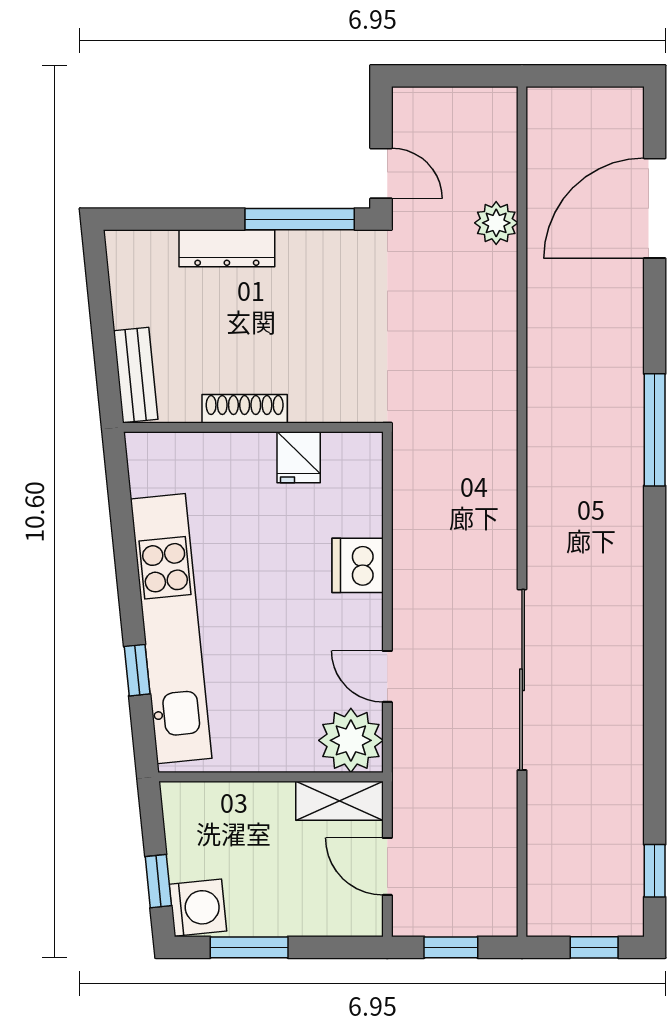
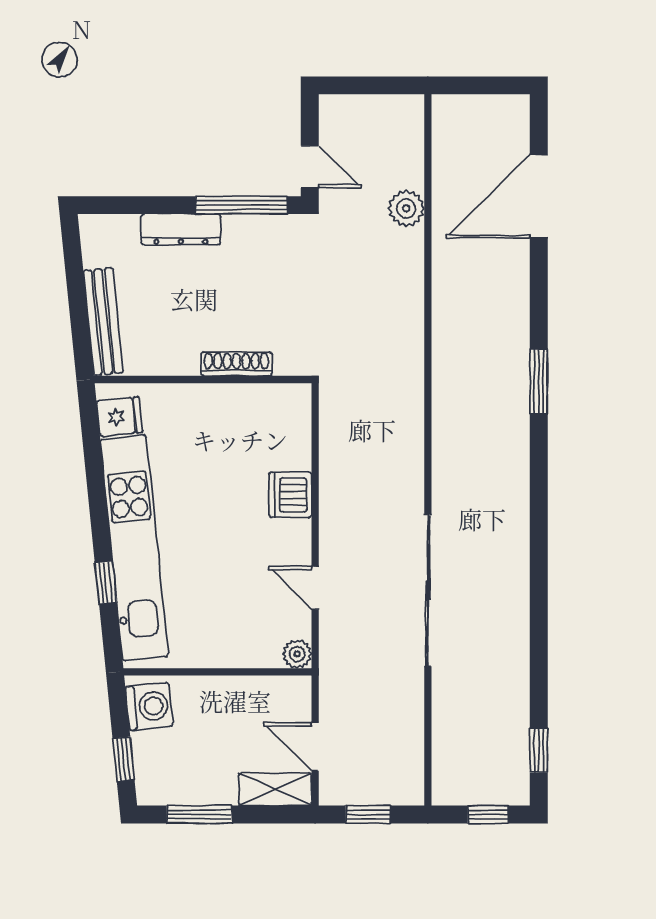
bench: (136, 375) -> (103, 322), width x1.36
shoe rack: (245, 409) -> (236, 364), moved
window: (655, 430) -> (539, 381), width x0.69
fridge: (299, 457) -> (119, 416), moved, turned -96
plant: (351, 740) -> (297, 654), width x0.53, depth x0.53
shelving: (340, 801) -> (275, 789), moved
washing machine: (198, 908) -> (149, 706), moved

